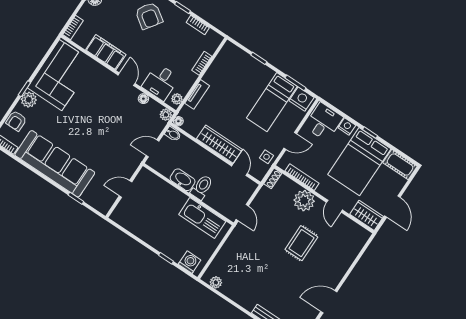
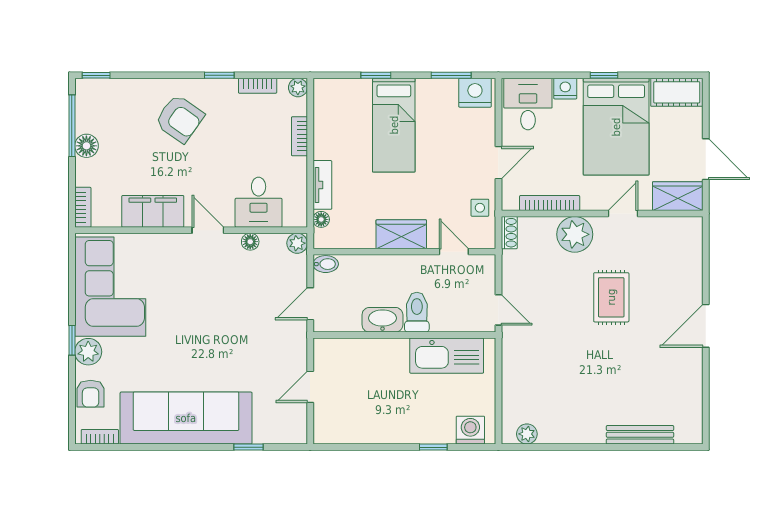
plant: (177, 99) -> (298, 88), moved
bed: (272, 102) -> (394, 125), moved
floor lamp: (178, 121) -> (321, 219), moved
wardrobe: (220, 144) -> (401, 234), width x0.67
door: (334, 206) -> (623, 214), swing flipped
door: (329, 302) -> (706, 326), moved

